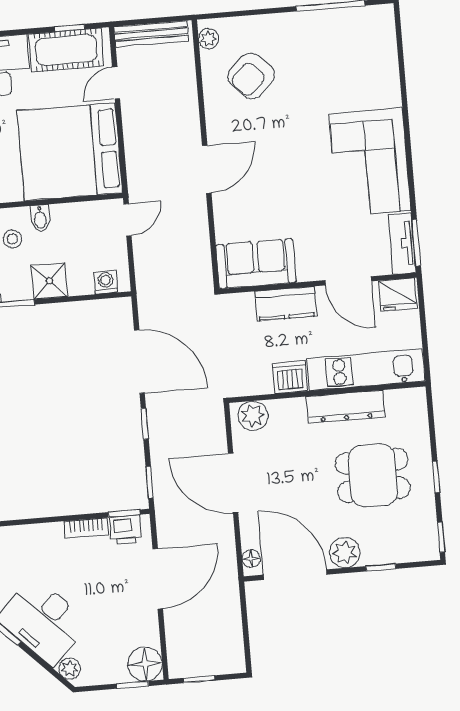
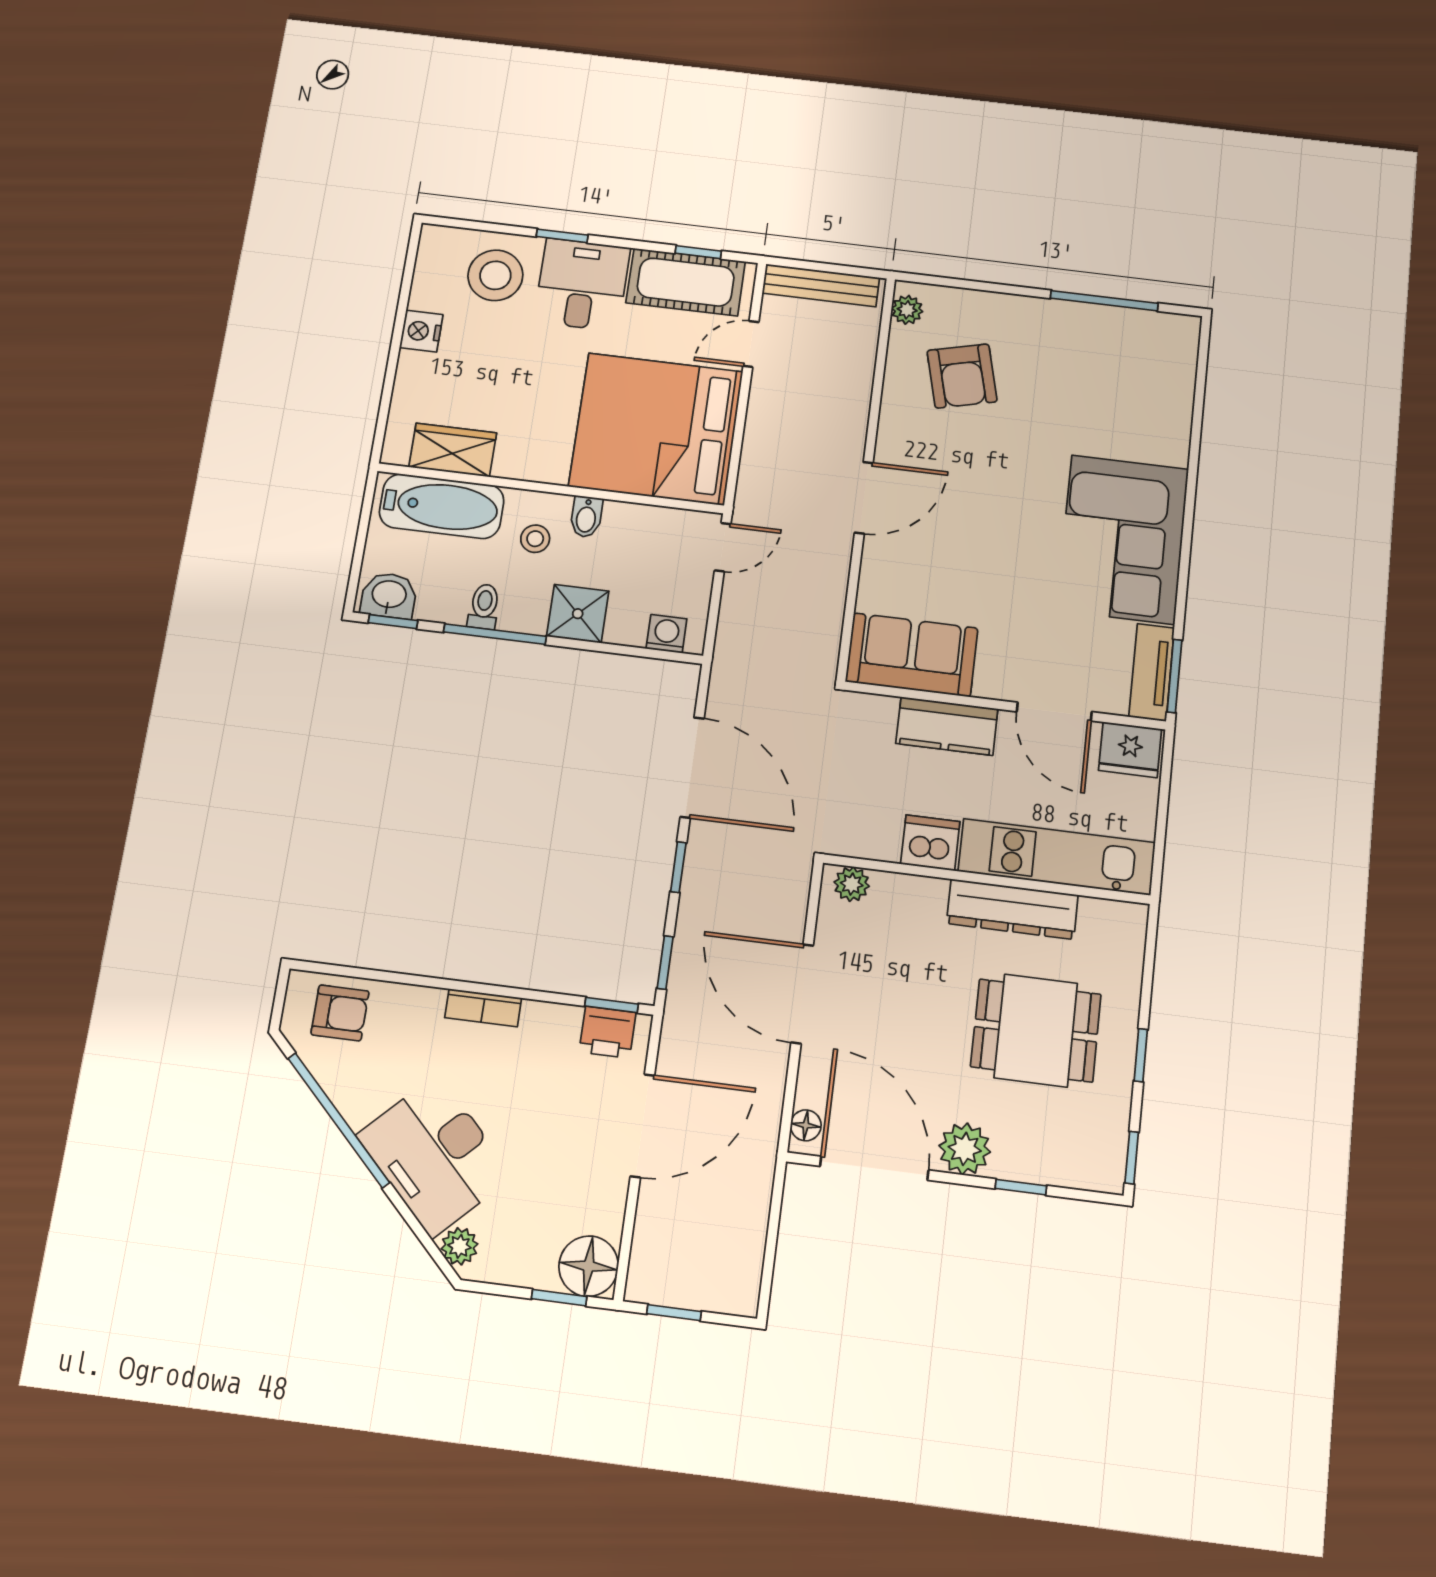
armchair: (251, 76) -> (962, 376), turned -61
plant: (253, 416) -> (852, 884), width x0.73, depth x0.73
bookcase: (86, 528) -> (483, 1008), moved

